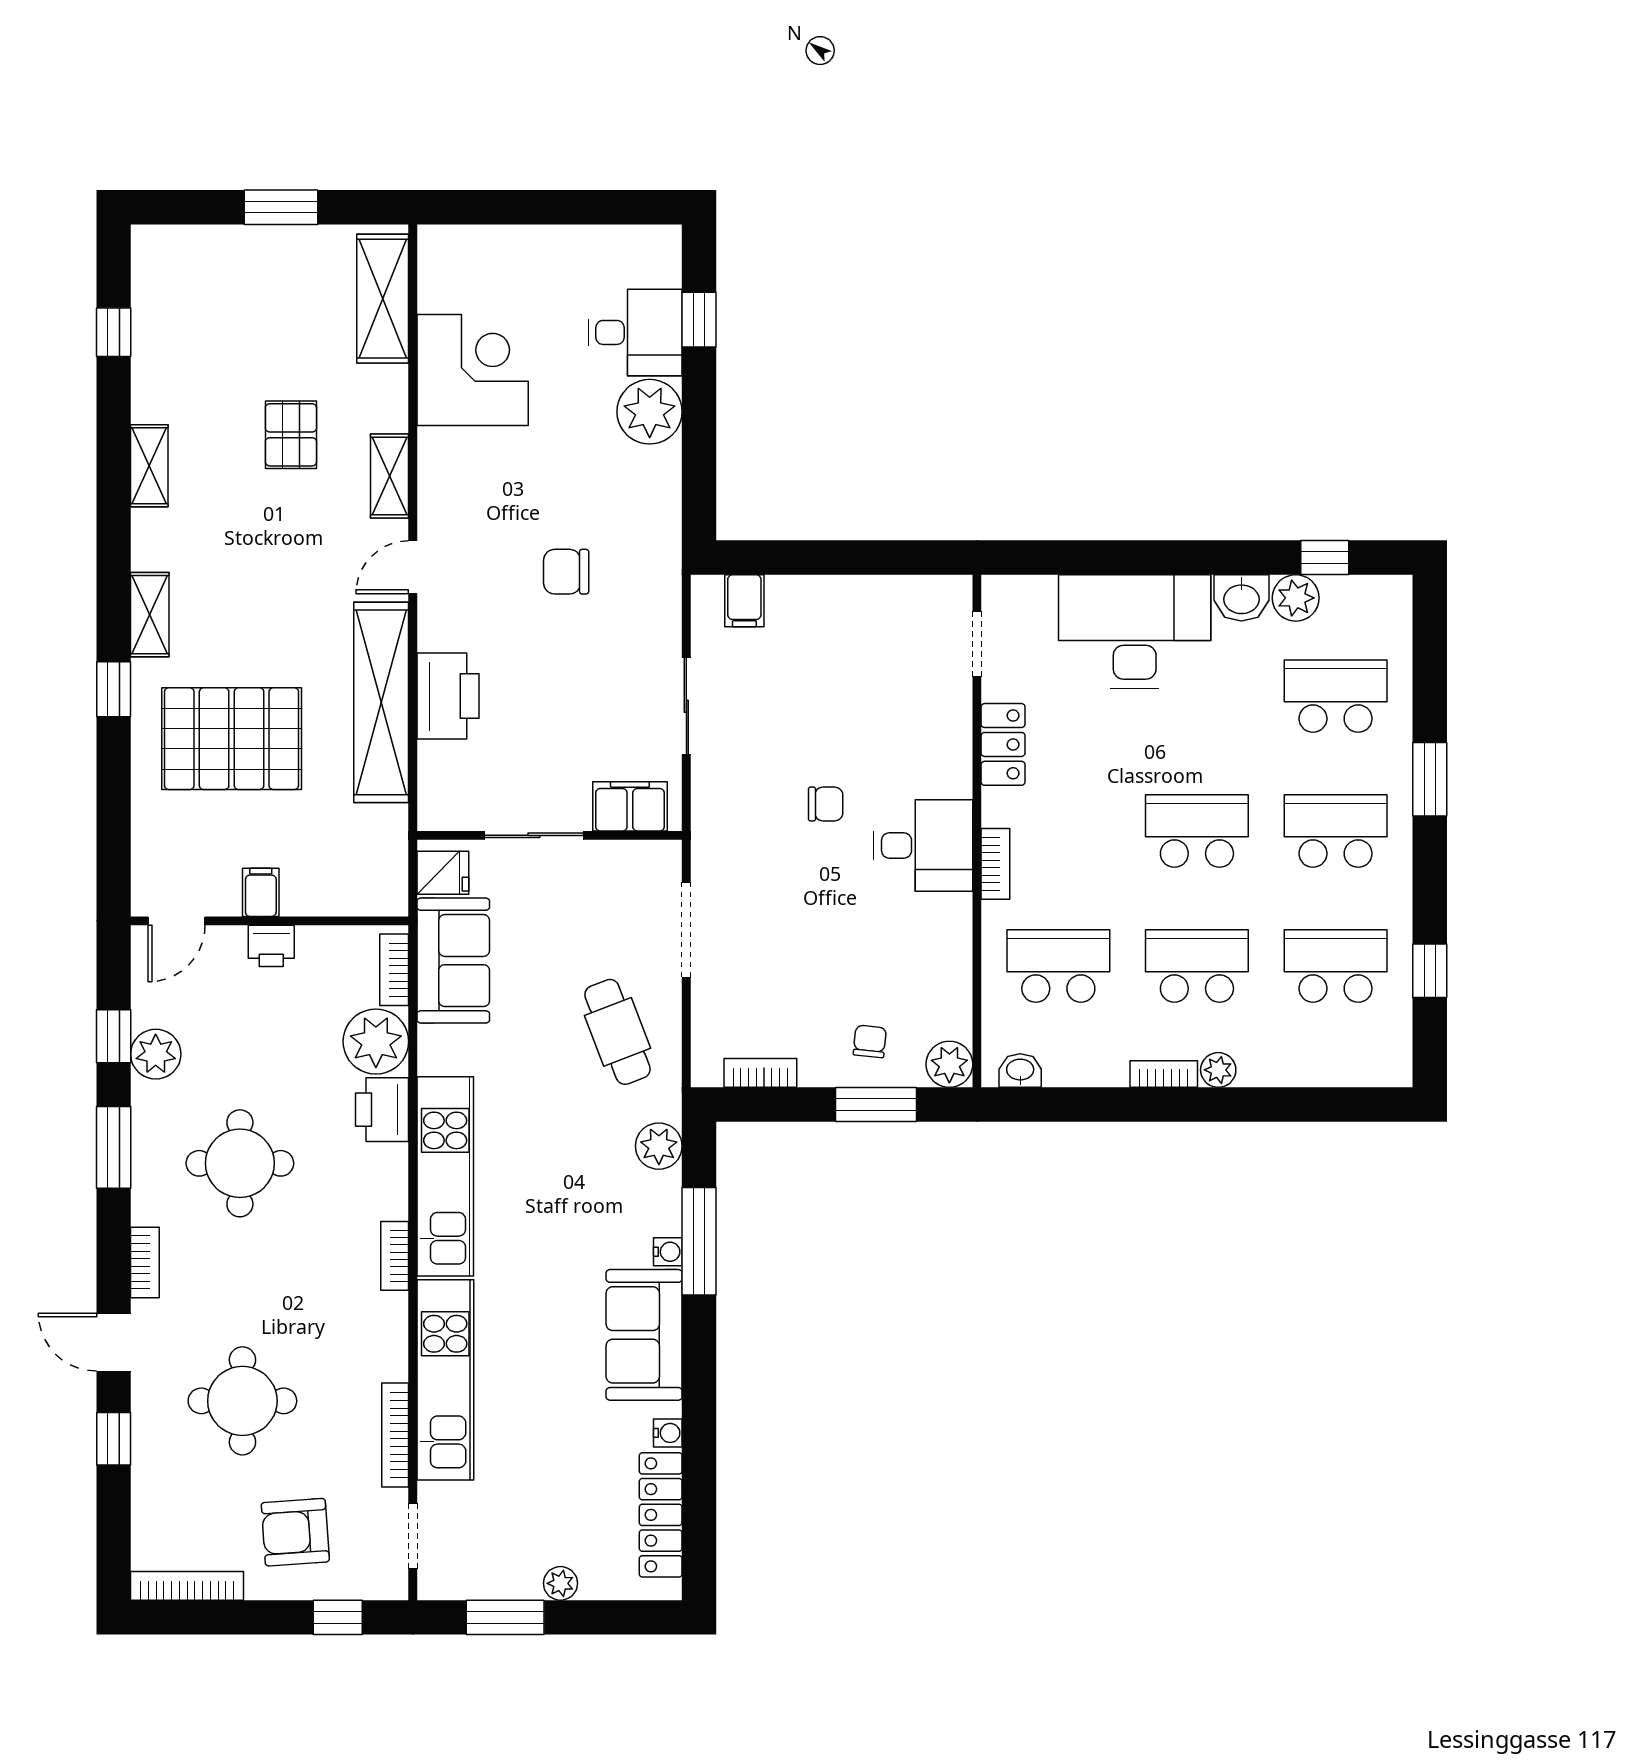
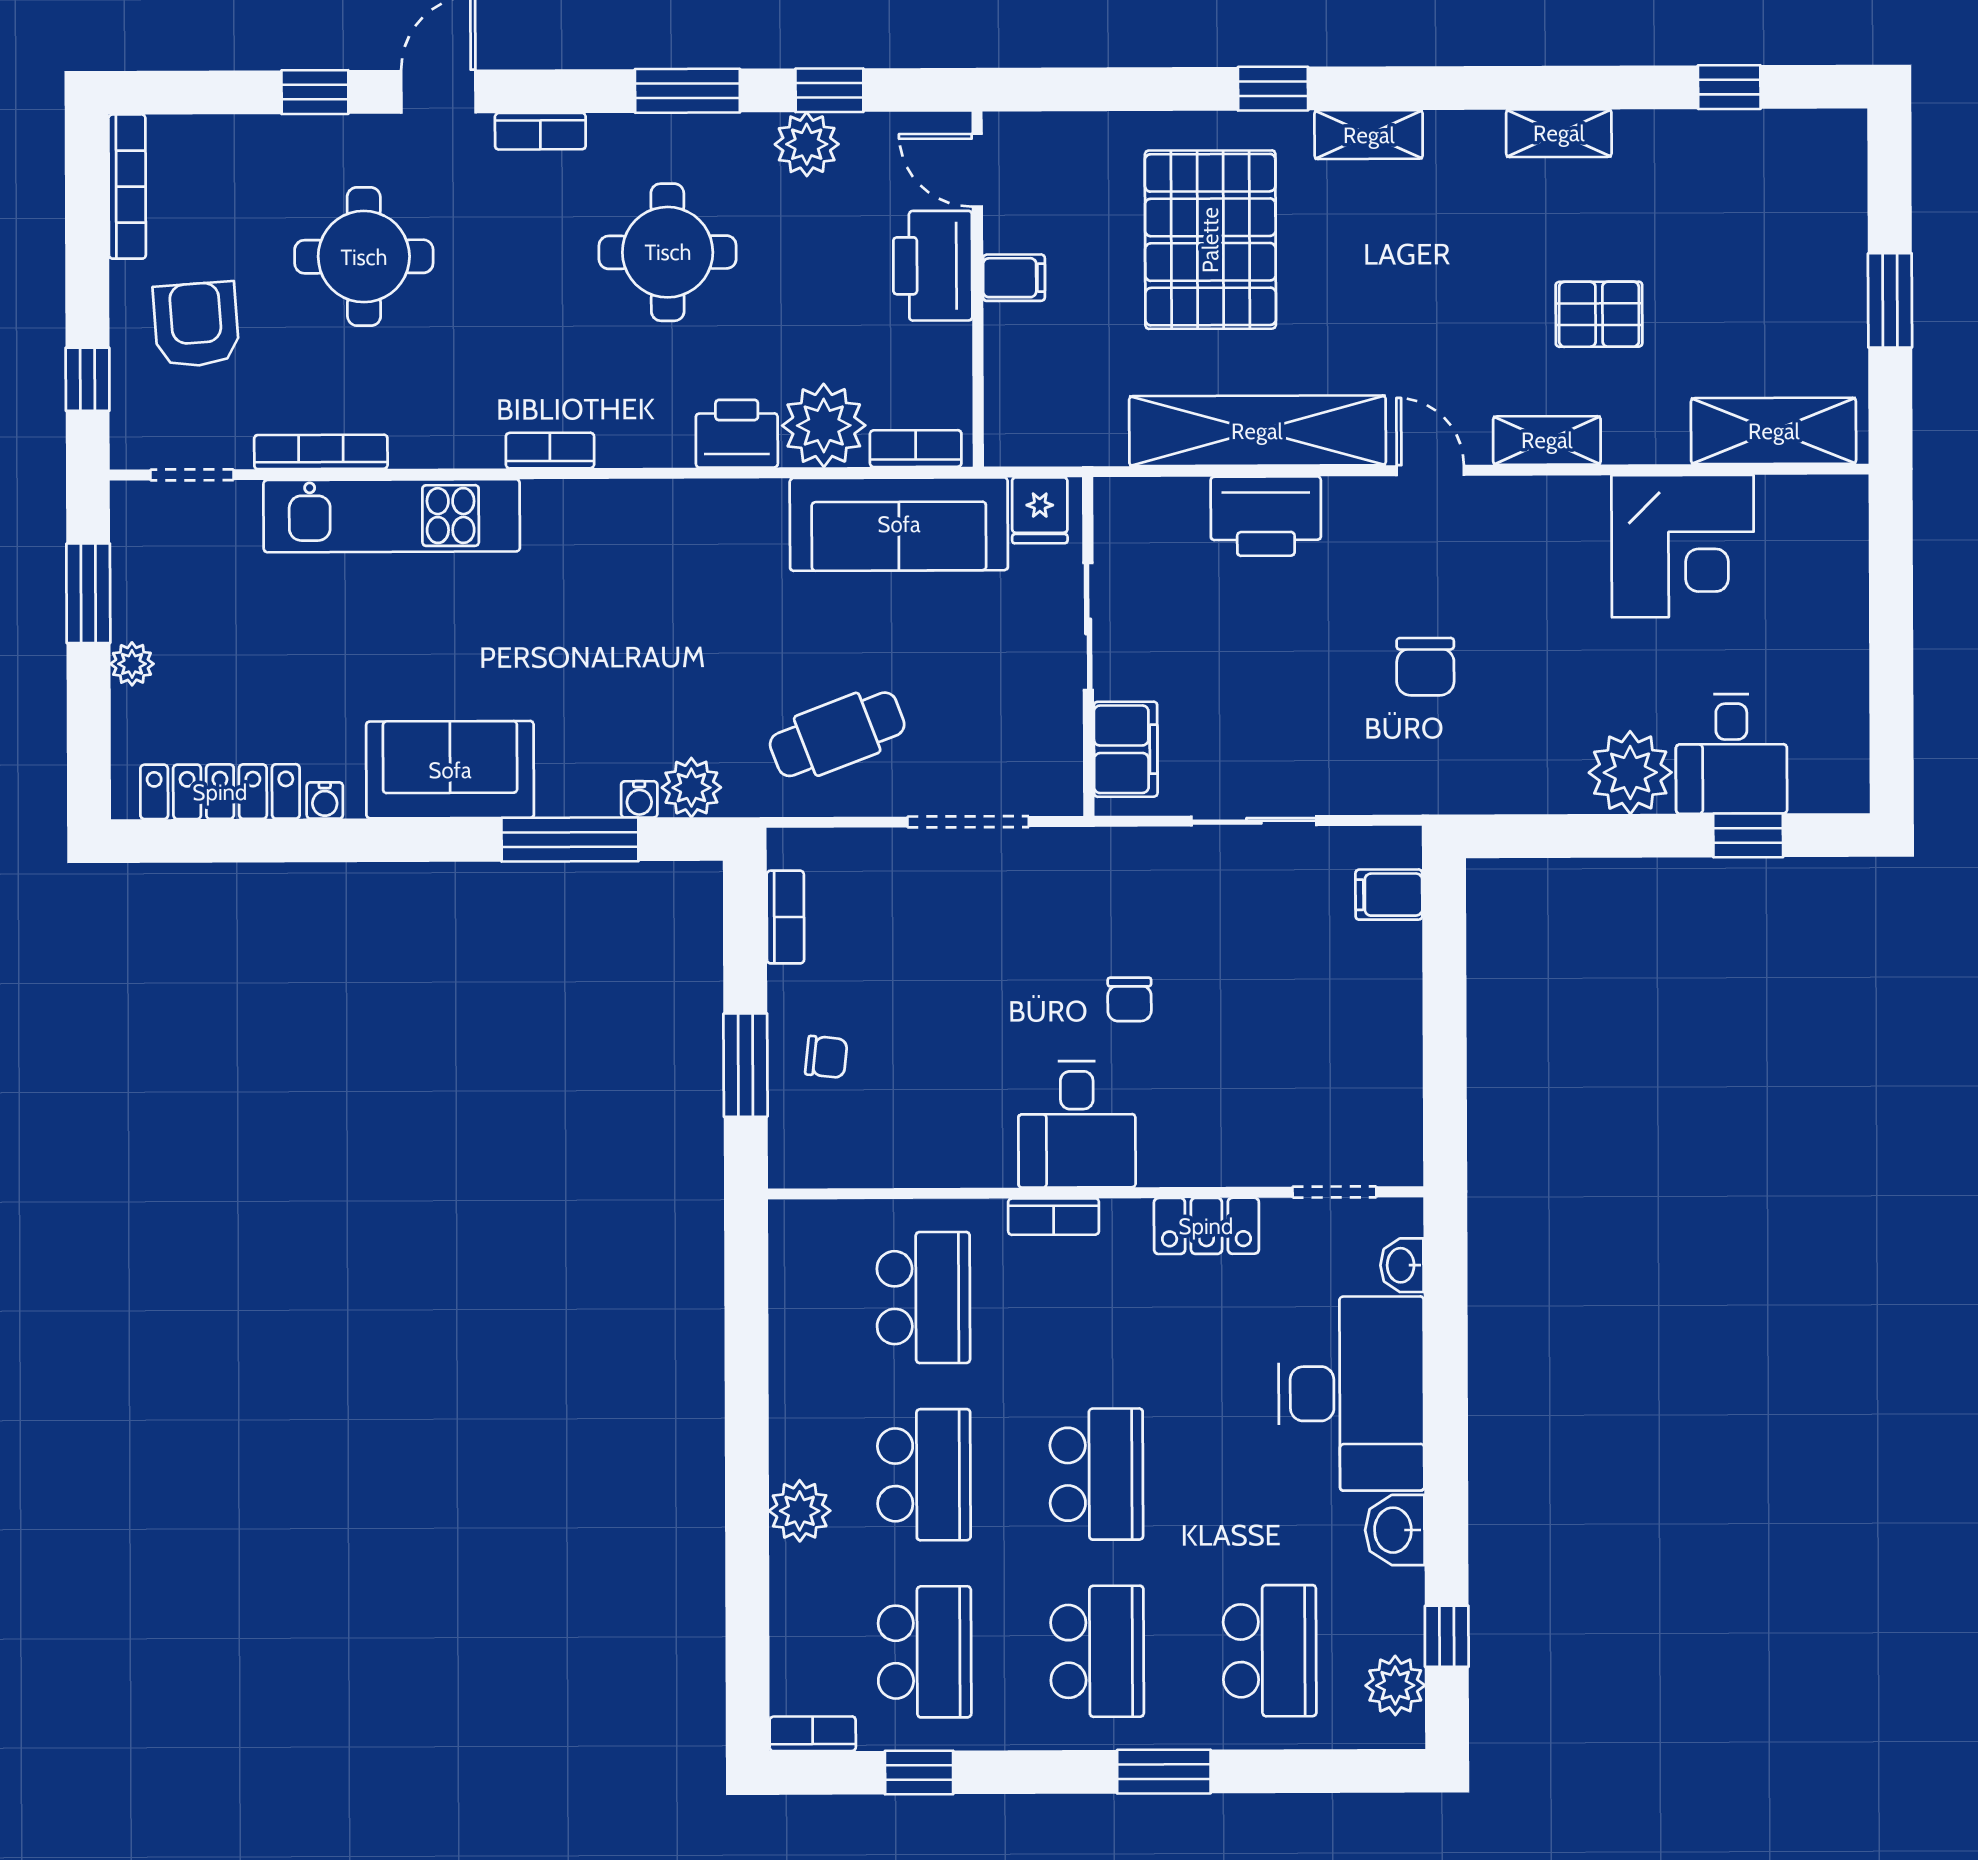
chair: (566, 572) -> (1425, 667), turned 180
plant: (1296, 598) -> (1395, 1685), moved
printer: (271, 946) -> (933, 266), width x1.87, depth x1.48
sofa: (453, 961) -> (899, 524), width x1.36
plant: (949, 1064) -> (797, 1159), removed
plant: (1218, 1070) -> (800, 1511), width x1.38, depth x1.38
washbasin: (1020, 1071) -> (1402, 1265), moved, turned 180
bookcase: (1164, 1074) -> (813, 1734), moved, turned -90
kitchen unit: (445, 1176) -> (652, 515), removed
water cooler: (668, 1252) -> (639, 799), moved

